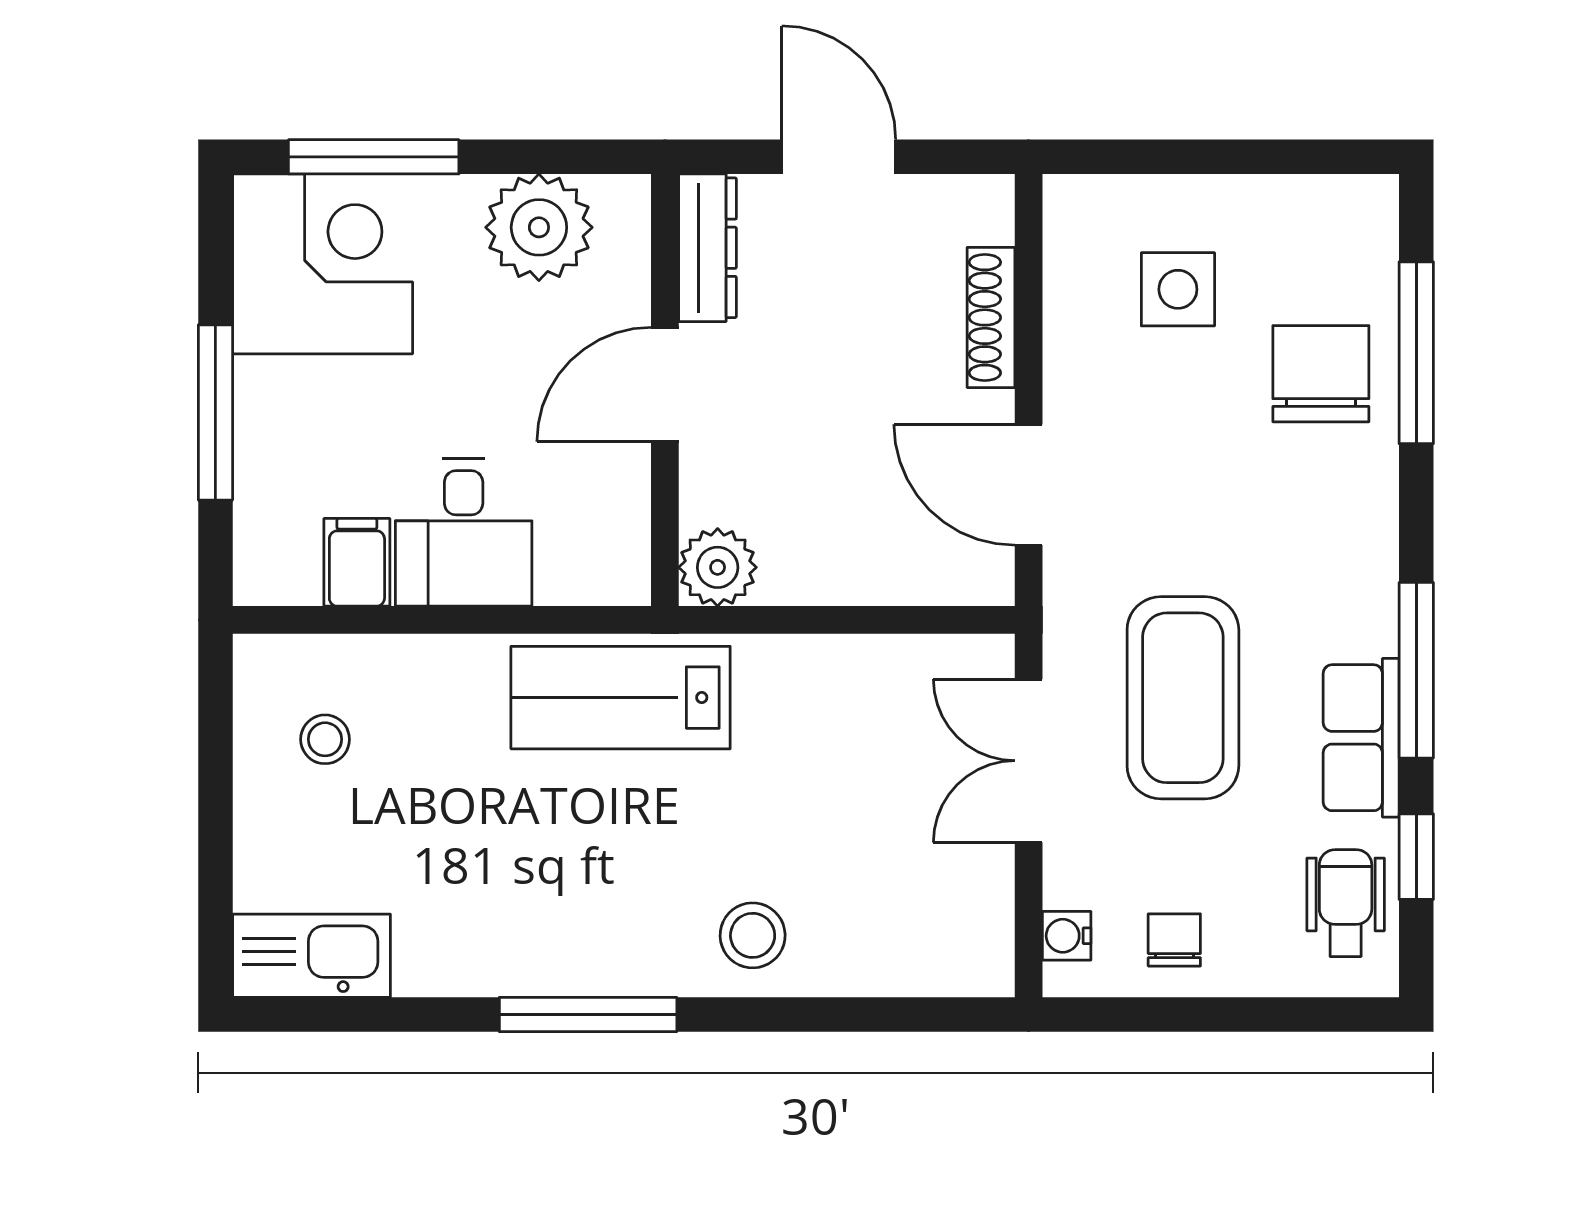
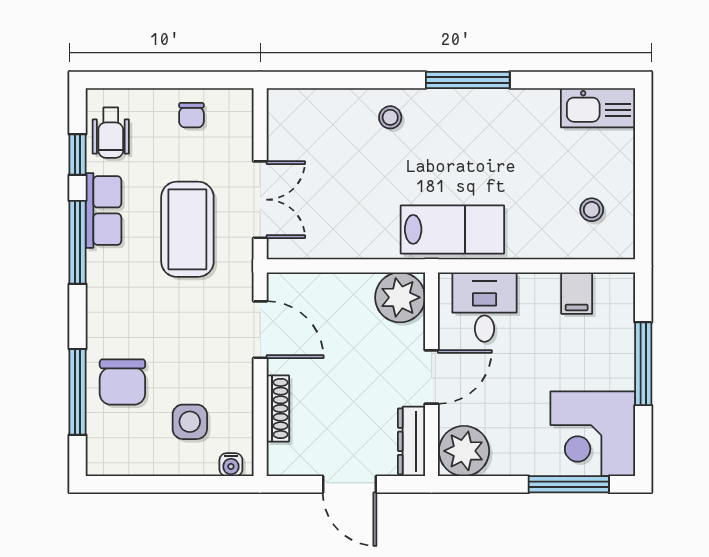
plant: (539, 227) -> (464, 451), moved
desk: (464, 533) -> (484, 307), moved
plant: (718, 567) -> (400, 297), width x1.36, depth x1.36
stool: (753, 935) -> (390, 117), width x0.73, depth x0.73
water cooler: (1067, 936) -> (231, 465), moved, turned 90

